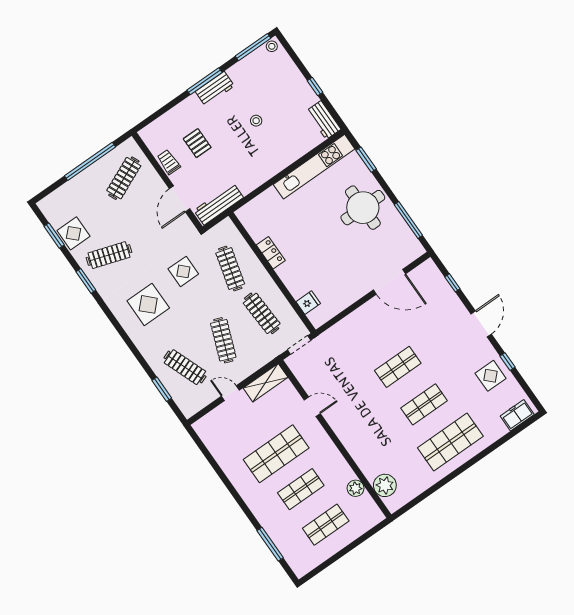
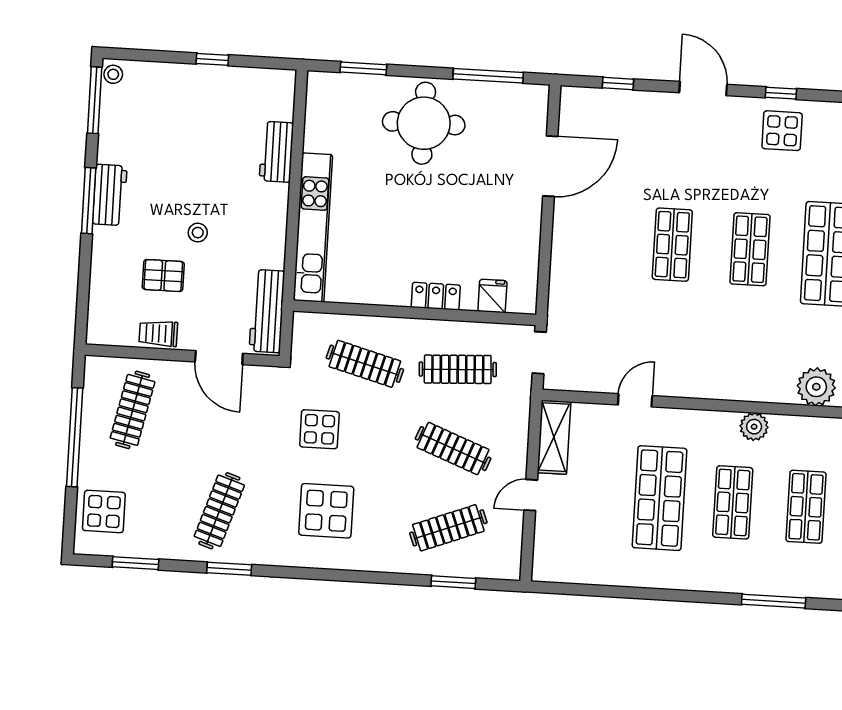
workbench: (324, 120) -> (276, 152), moved, turned 90
stool: (256, 121) -> (198, 233), moved
kitchen unit: (314, 167) -> (313, 227), moved
clothes rail: (124, 178) -> (133, 410), turned 36
display table: (73, 233) -> (104, 511), moved
locker: (271, 253) -> (436, 296), moved
plant: (356, 488) -> (754, 427), moved

